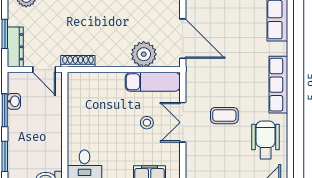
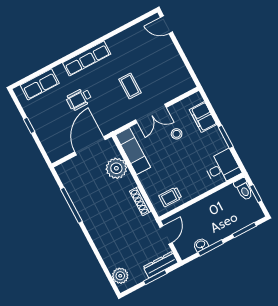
shoe rack: (78, 61) -> (140, 201), moved
trolley: (82, 96) -> (170, 197), added
stool: (147, 123) -> (177, 134), moved
wheelchair: (266, 140) -> (79, 99), moved, width x0.73, depth x0.73

